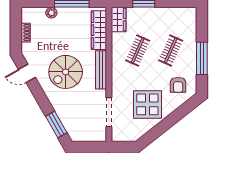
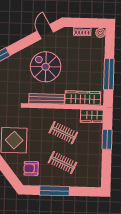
plant: (51, 13) -> (100, 33), moved

